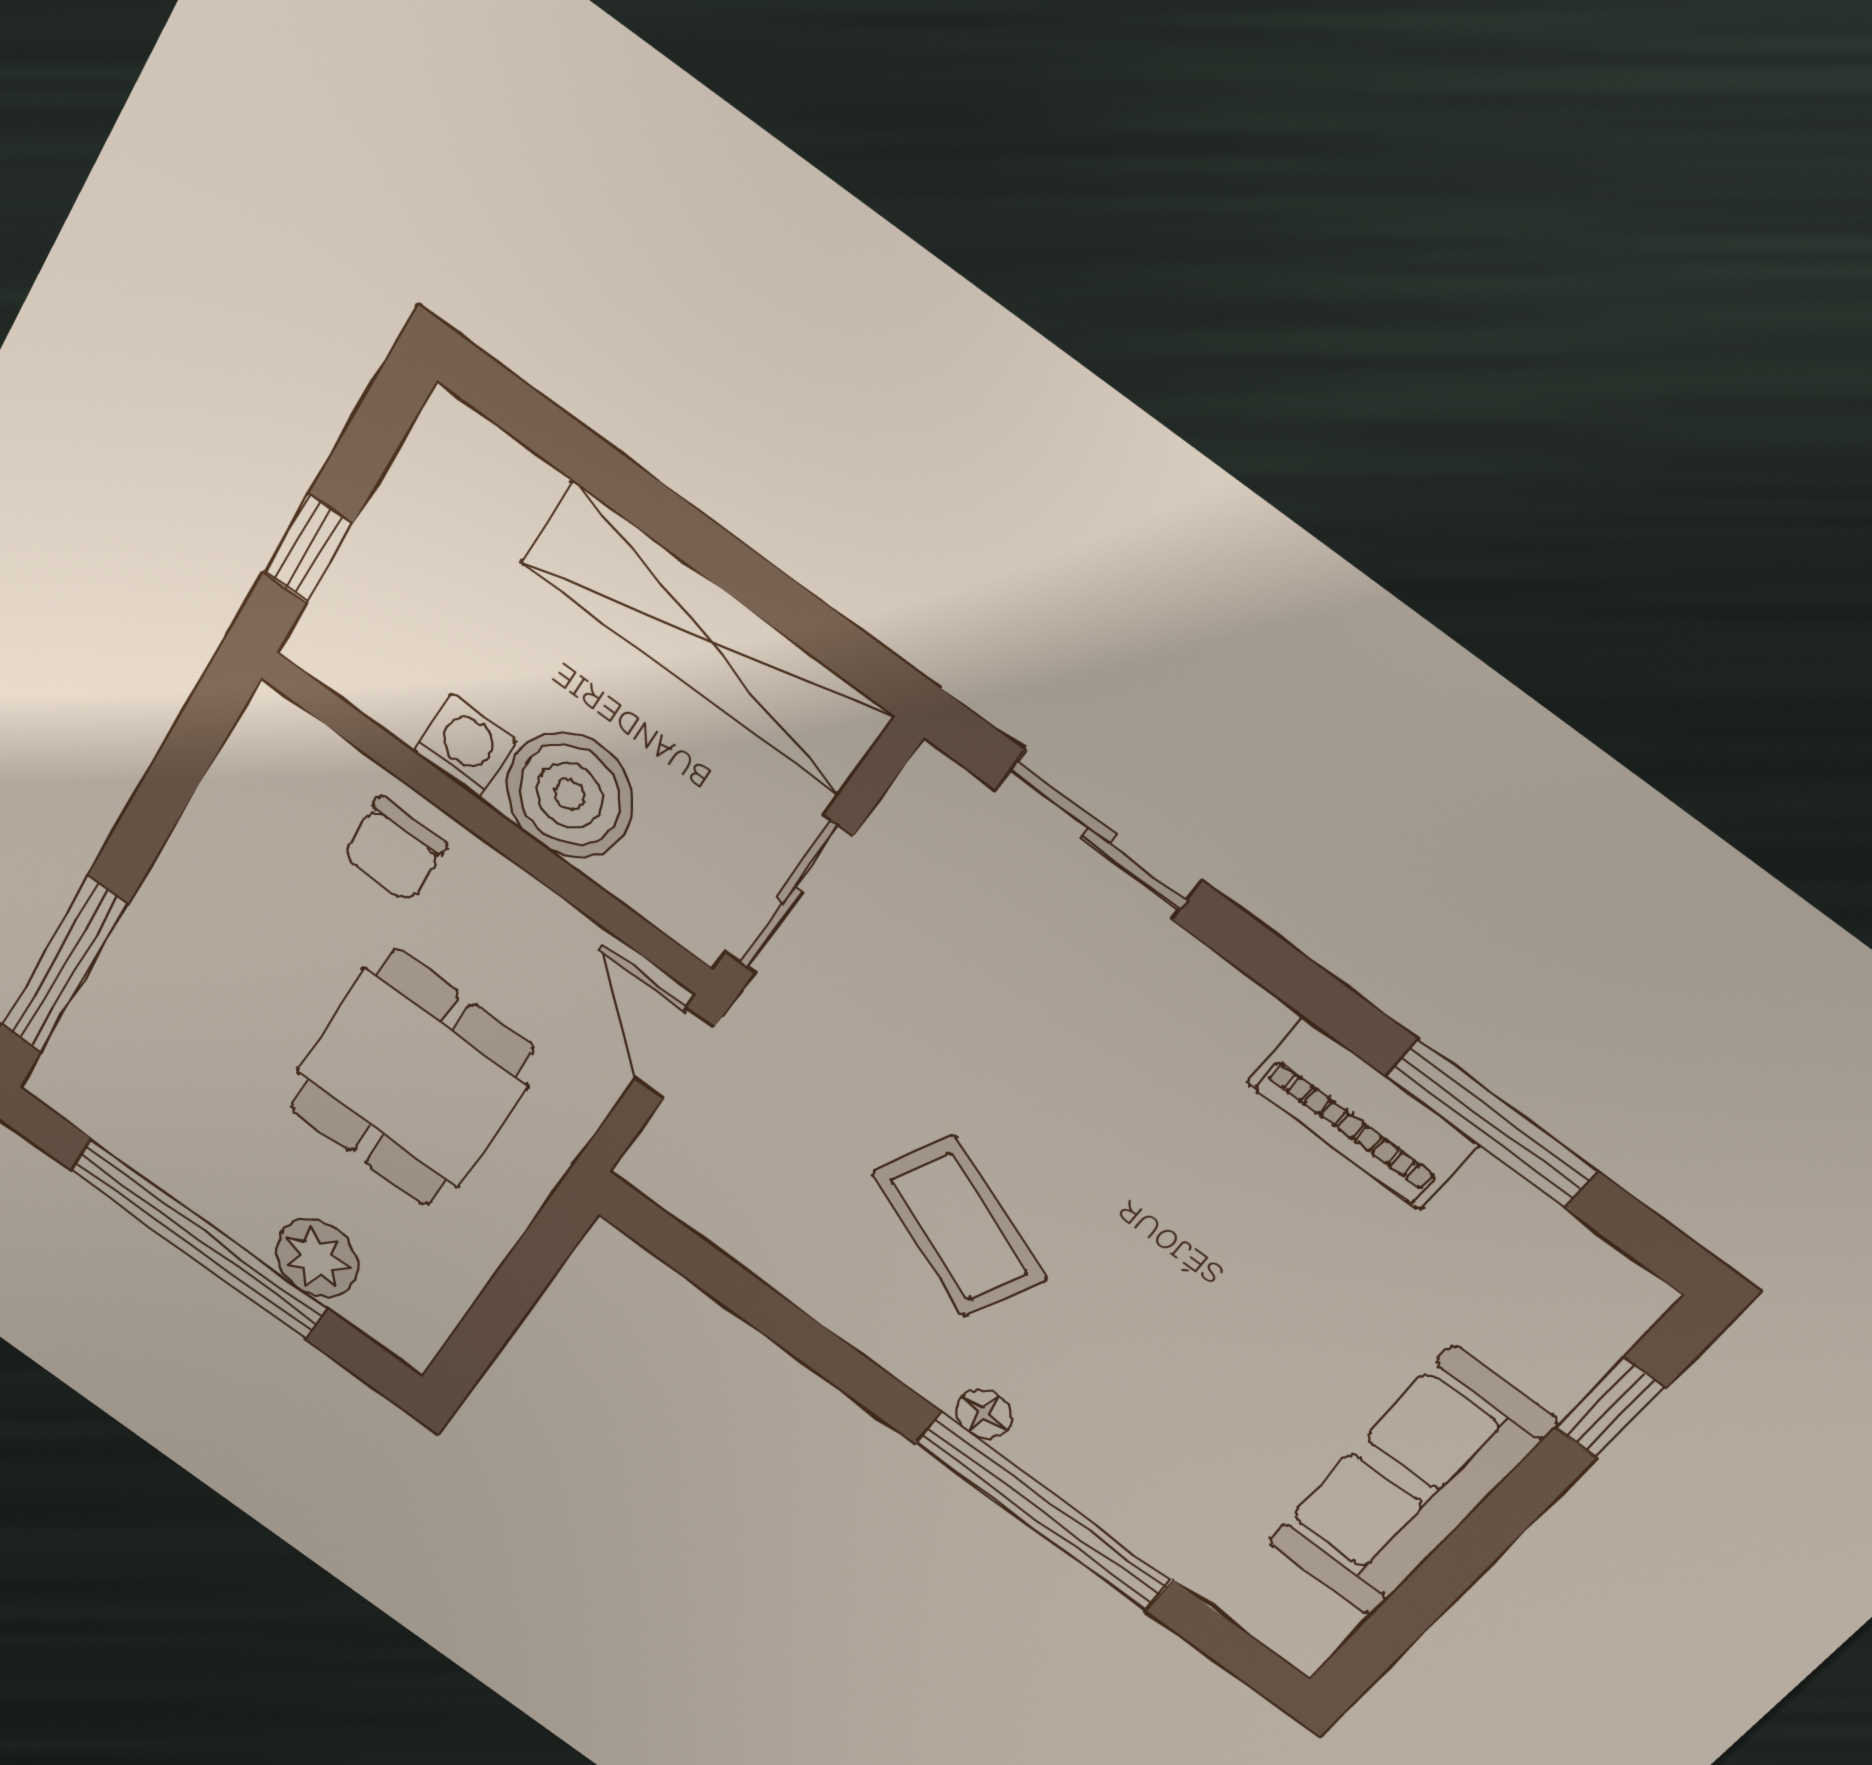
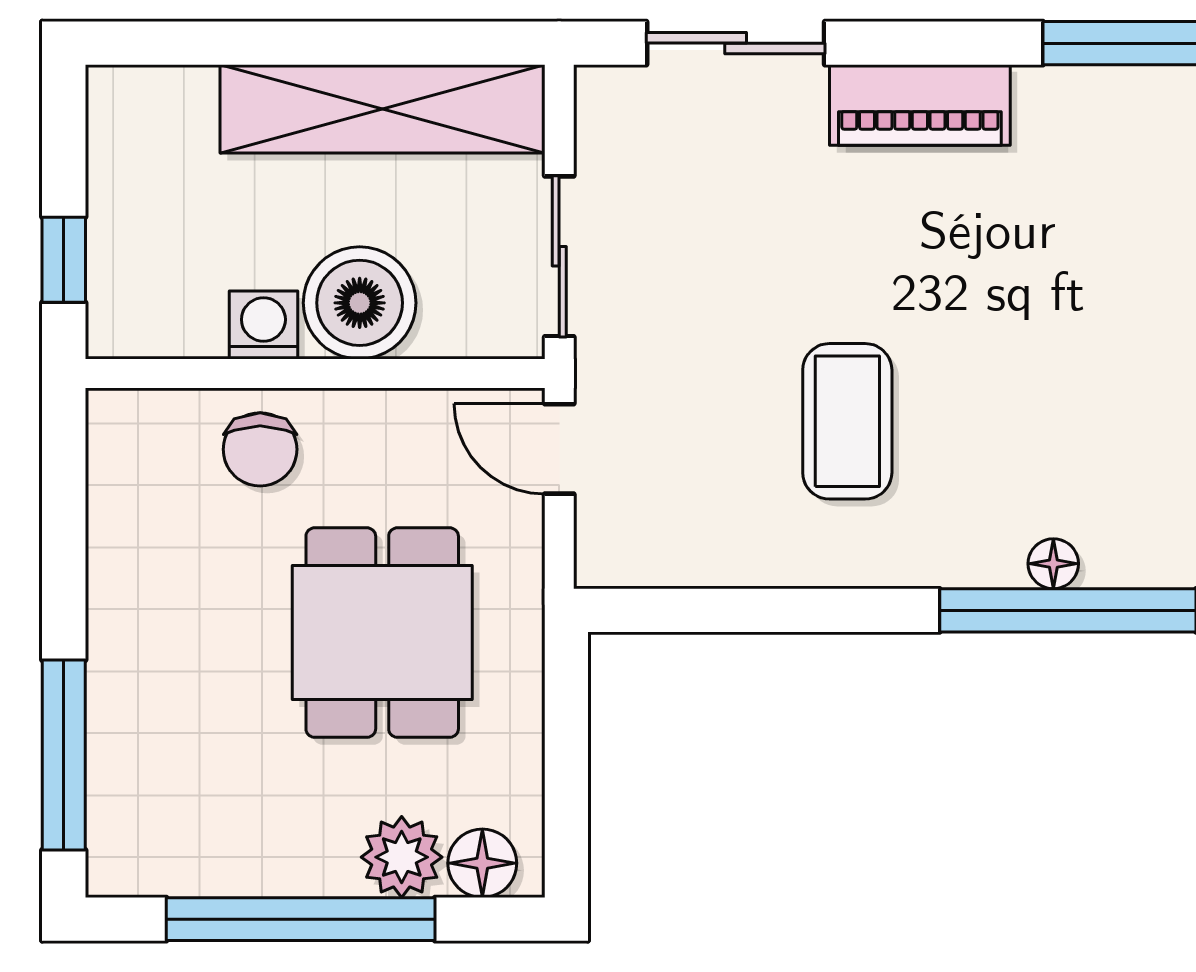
piano: (1362, 1114) -> (920, 105), moved
coffee table: (959, 1227) -> (847, 421), turned 66
floor lamp: (384, 1314) -> (482, 863), added
floor lamp: (984, 1414) -> (1053, 564), moved

